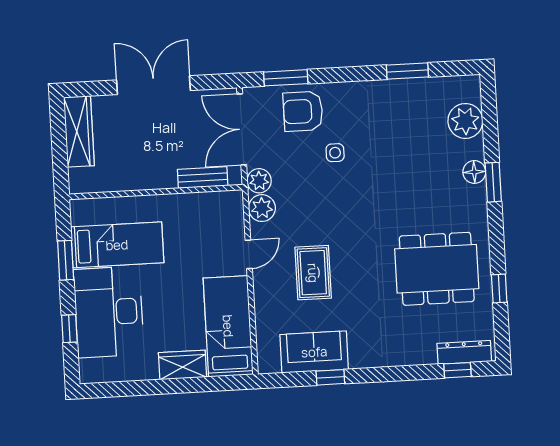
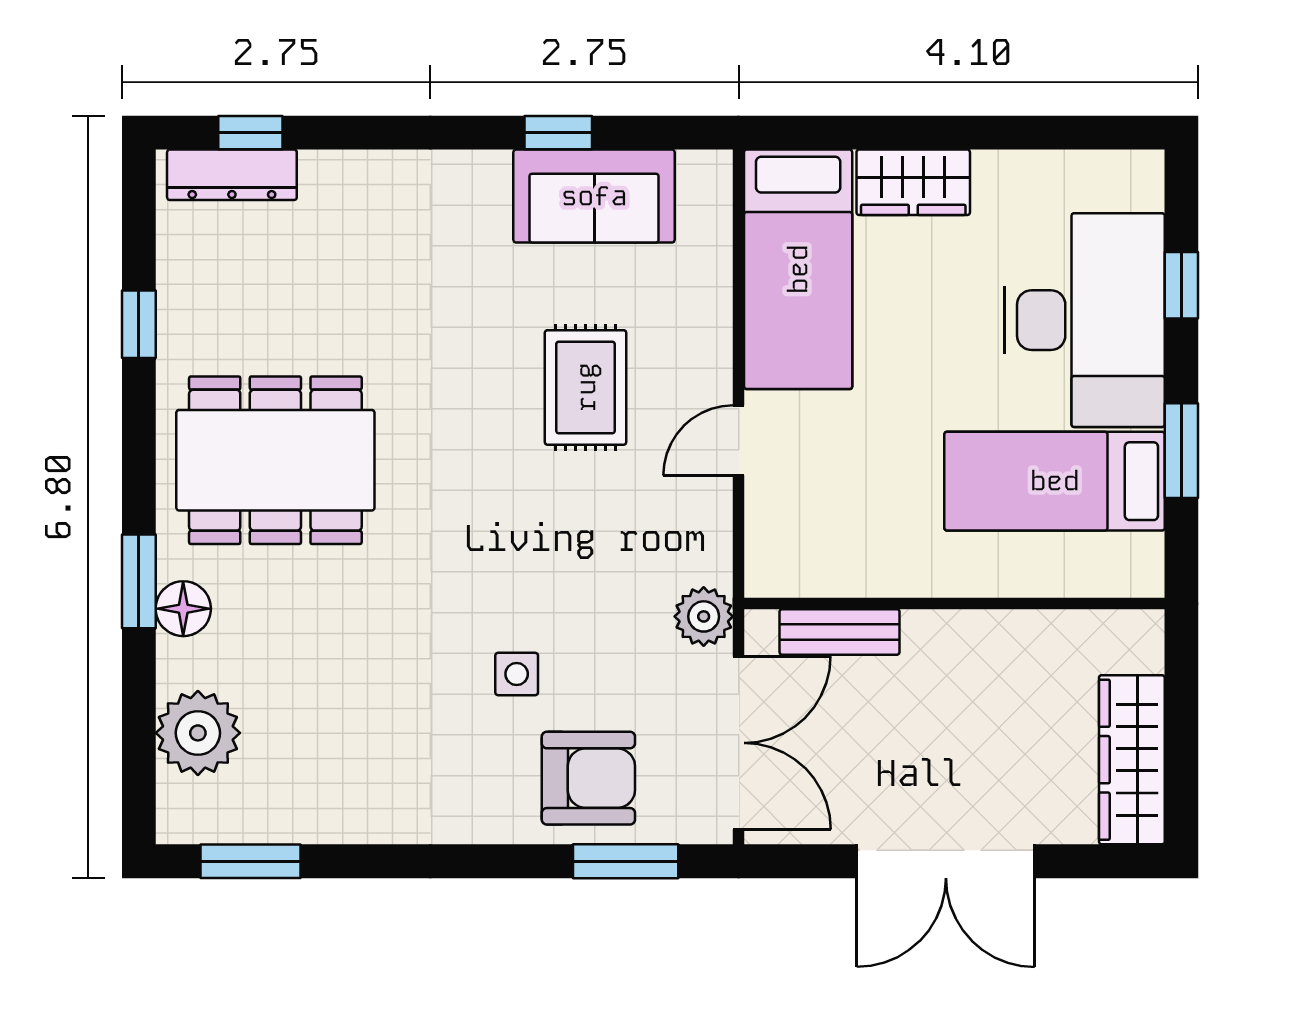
window: (407, 71) -> (251, 861), moved
plant: (262, 208) -> (701, 550), removed
dining table: (437, 269) -> (275, 460), moved

